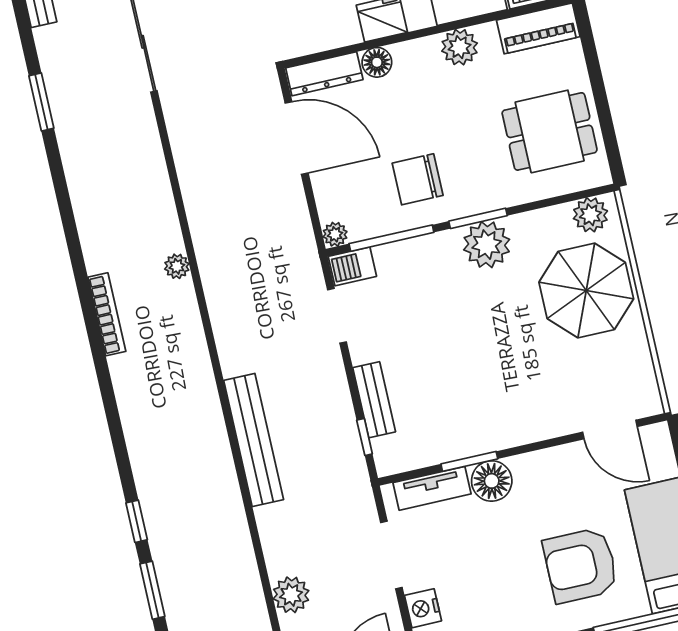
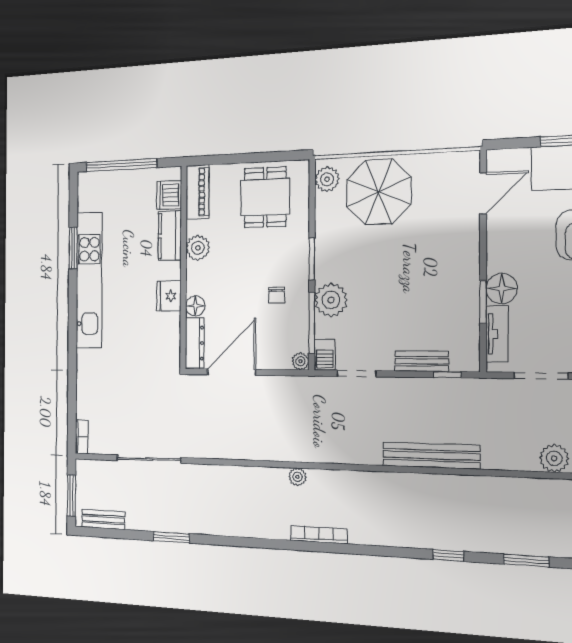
chair: (418, 179) -> (277, 295), width x0.54, depth x0.54
plant: (487, 245) -> (331, 300), moved
window: (137, 521) -> (448, 555), moved

